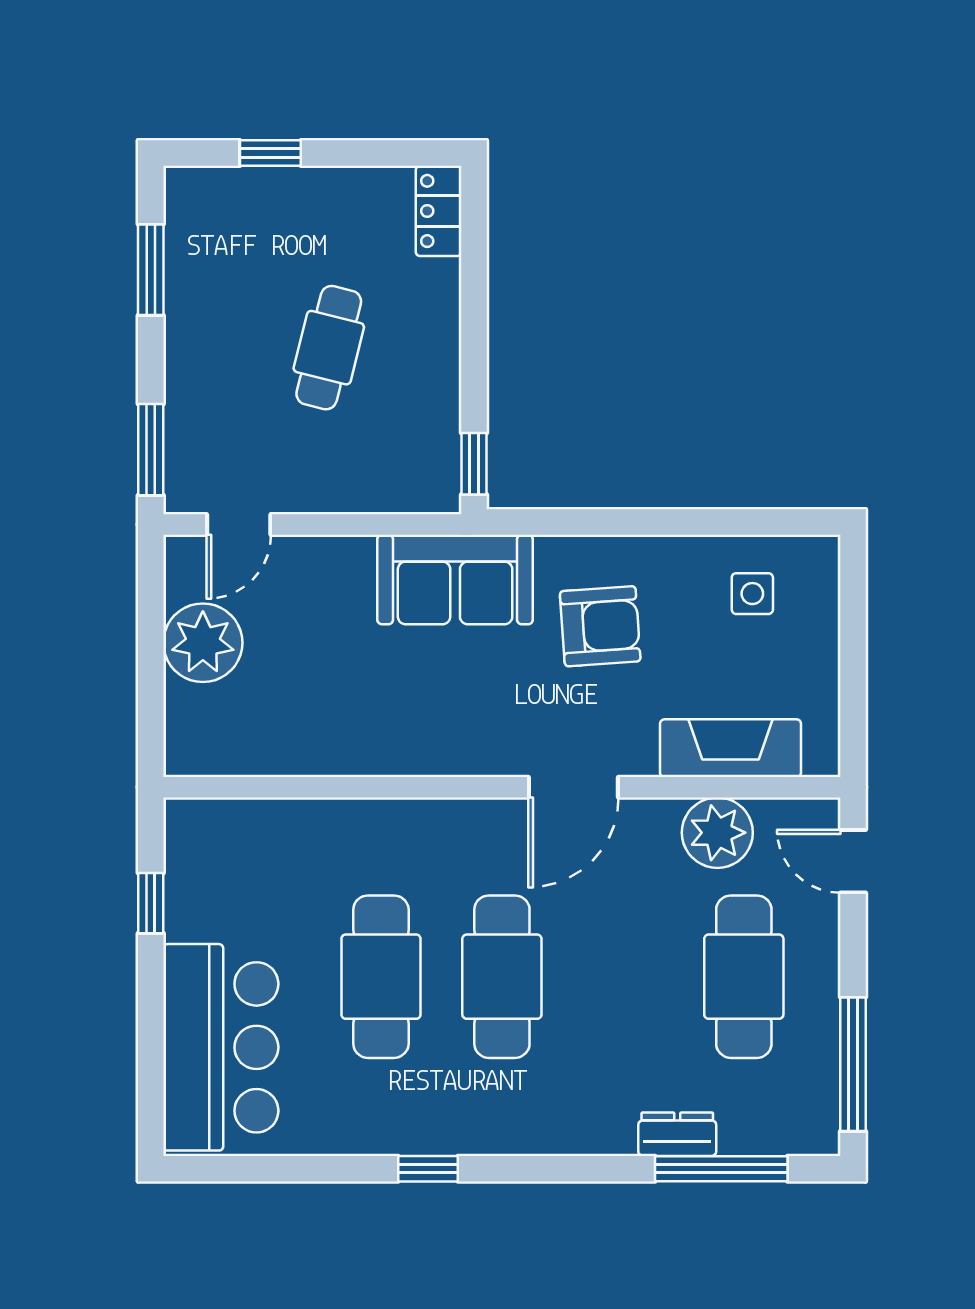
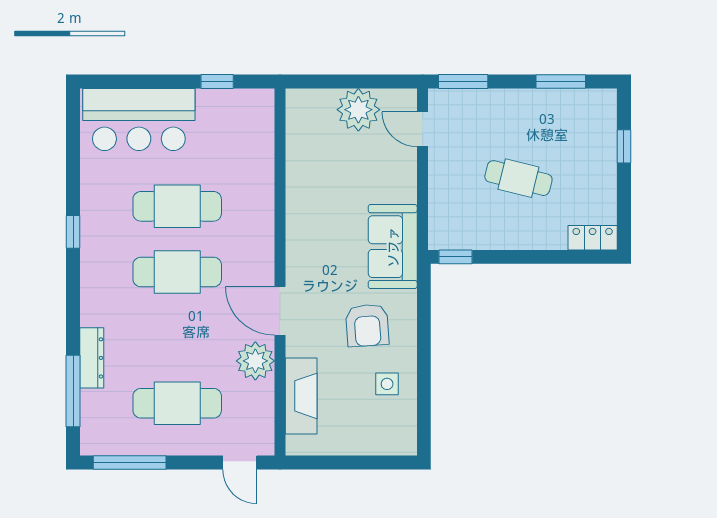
side table: (752, 594) -> (387, 384), moved
plant: (717, 833) -> (255, 361), moved
door: (853, 861) -> (240, 462), swing flipped
dresser: (677, 1134) -> (92, 358), width x1.44

